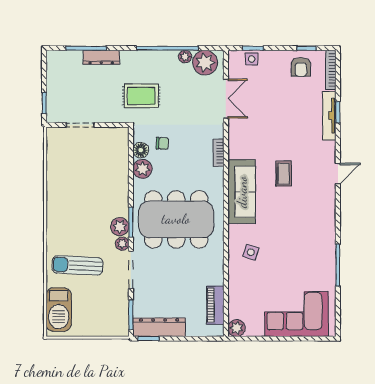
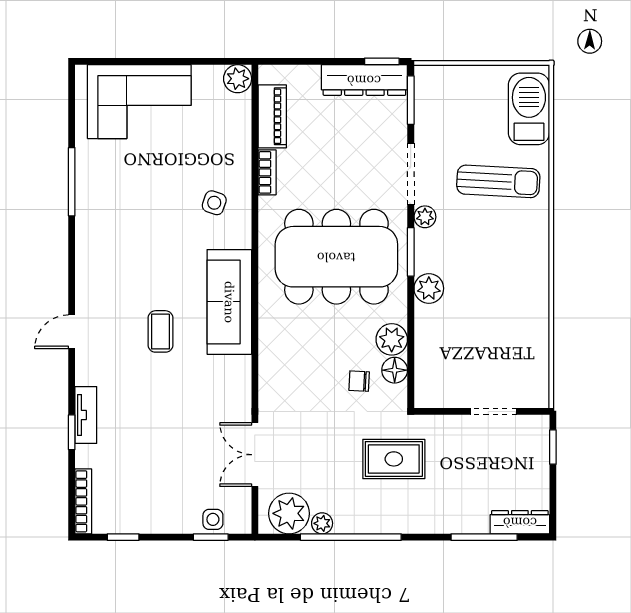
dresser: (101, 57) -> (520, 522), moved
armchair: (301, 67) -> (132, 506), removed
tv unit: (329, 116) -> (86, 415), width x0.71
bookcase: (219, 153) -> (267, 172), moved
plant: (120, 227) -> (429, 288), moved

